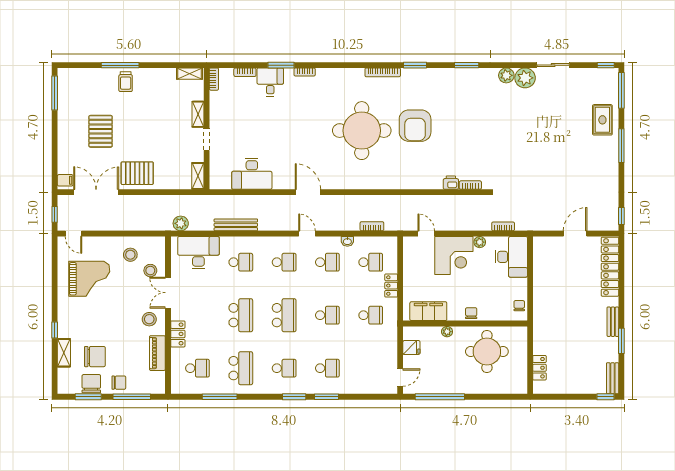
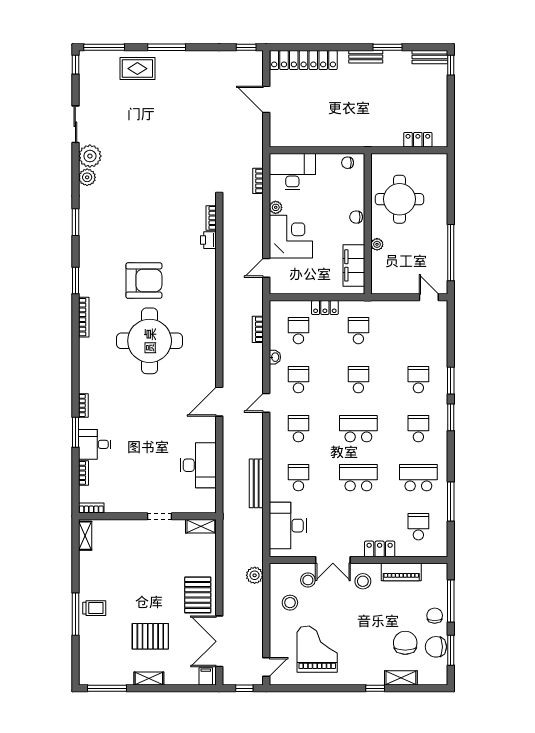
shelving: (198, 114) -> (149, 678), moved
plant: (181, 223) -> (255, 575), moved
fridge: (411, 347) -> (395, 285), removed

